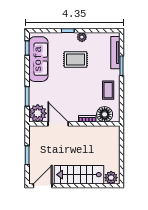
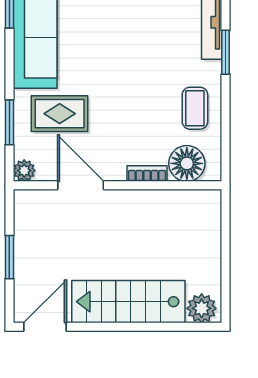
rug: (75, 60) -> (60, 114), moved
plant: (38, 113) -> (24, 171), width x0.53, depth x0.53

